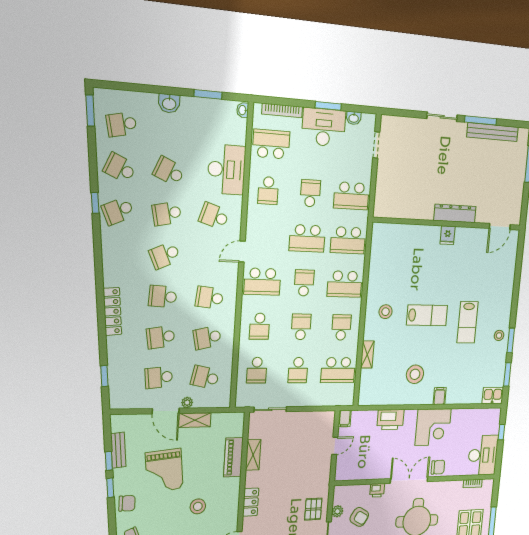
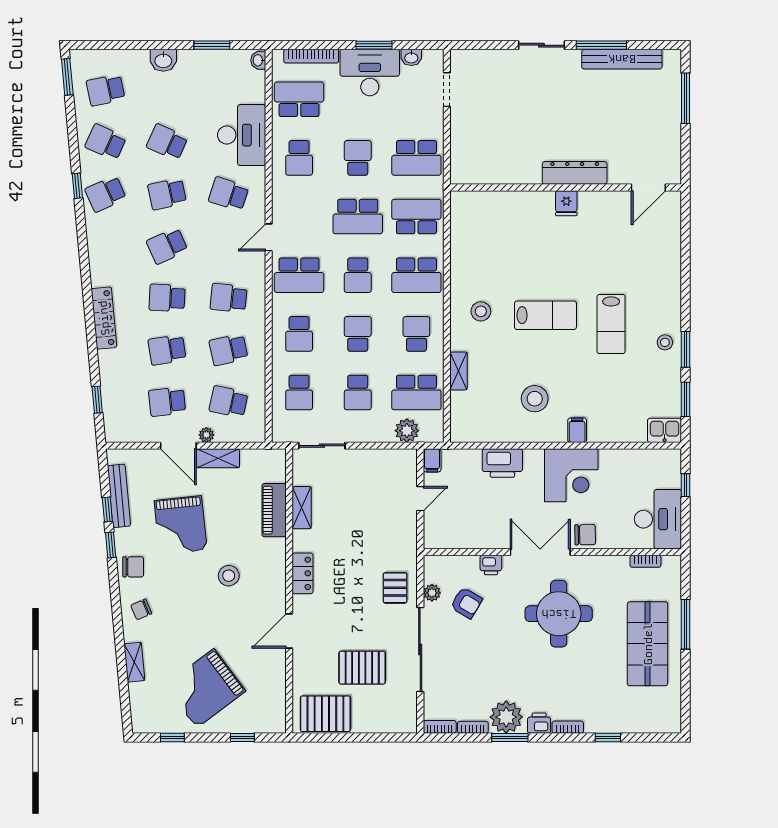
school desk: (348, 240) -> (416, 217), turned 180
school desk: (304, 283) -> (358, 275), turned 180
plant: (330, 398) -> (407, 431), added
bench: (118, 450) -> (119, 496), width x1.36

